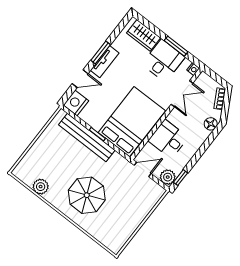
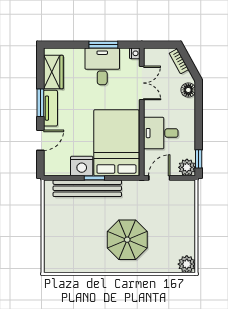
wardrobe: (144, 35) -> (53, 72), moved, turned -90
nightstand: (76, 103) -> (82, 166), moved, turned -90
plant: (41, 187) -> (187, 264), moved

